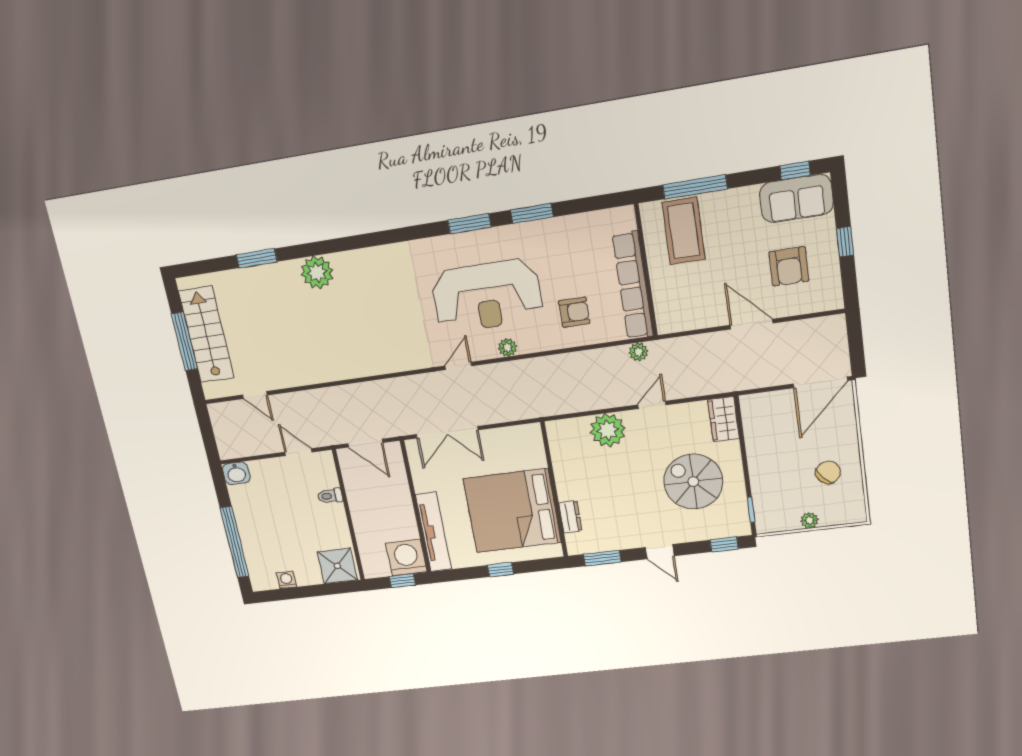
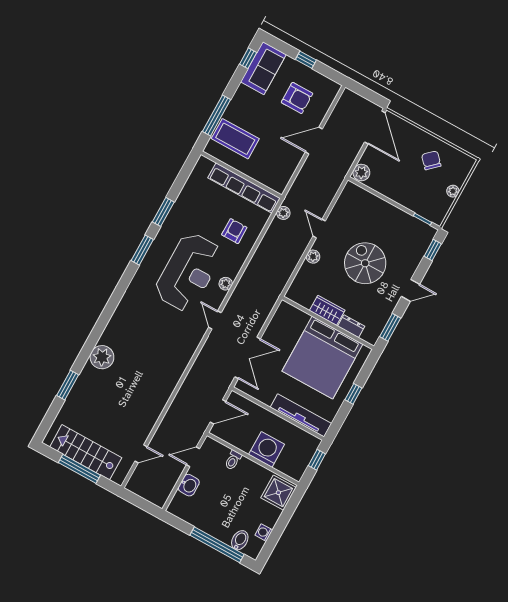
plant: (754, 405) -> (361, 173), added
wardrobe: (724, 419) -> (327, 310), moved, turned 180
plant: (608, 430) -> (313, 257), width x0.53, depth x0.53
washbasin: (236, 473) -> (189, 485), moved
spiral stairs: (693, 482) -> (365, 263), moved, turned 90
washing machine: (406, 558) -> (267, 449), moved, turned 90
bidet: (259, 561) -> (240, 540), added

